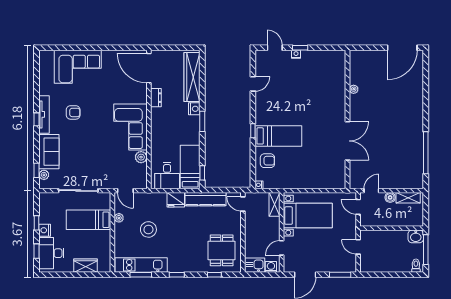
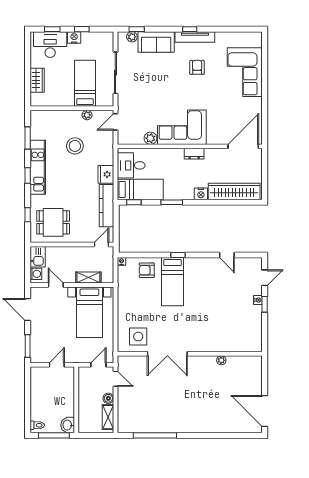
dresser: (156, 98) -> (194, 154), moved
armchair: (73, 112) -> (197, 67), turned 180
window: (202, 121) -> (172, 202), moved
armchair: (267, 161) -> (147, 270), turned 90
side table: (331, 169) -> (138, 337), added
shelving: (274, 204) -> (88, 278), moved
kitchen unit: (141, 265) -> (38, 167), moved

